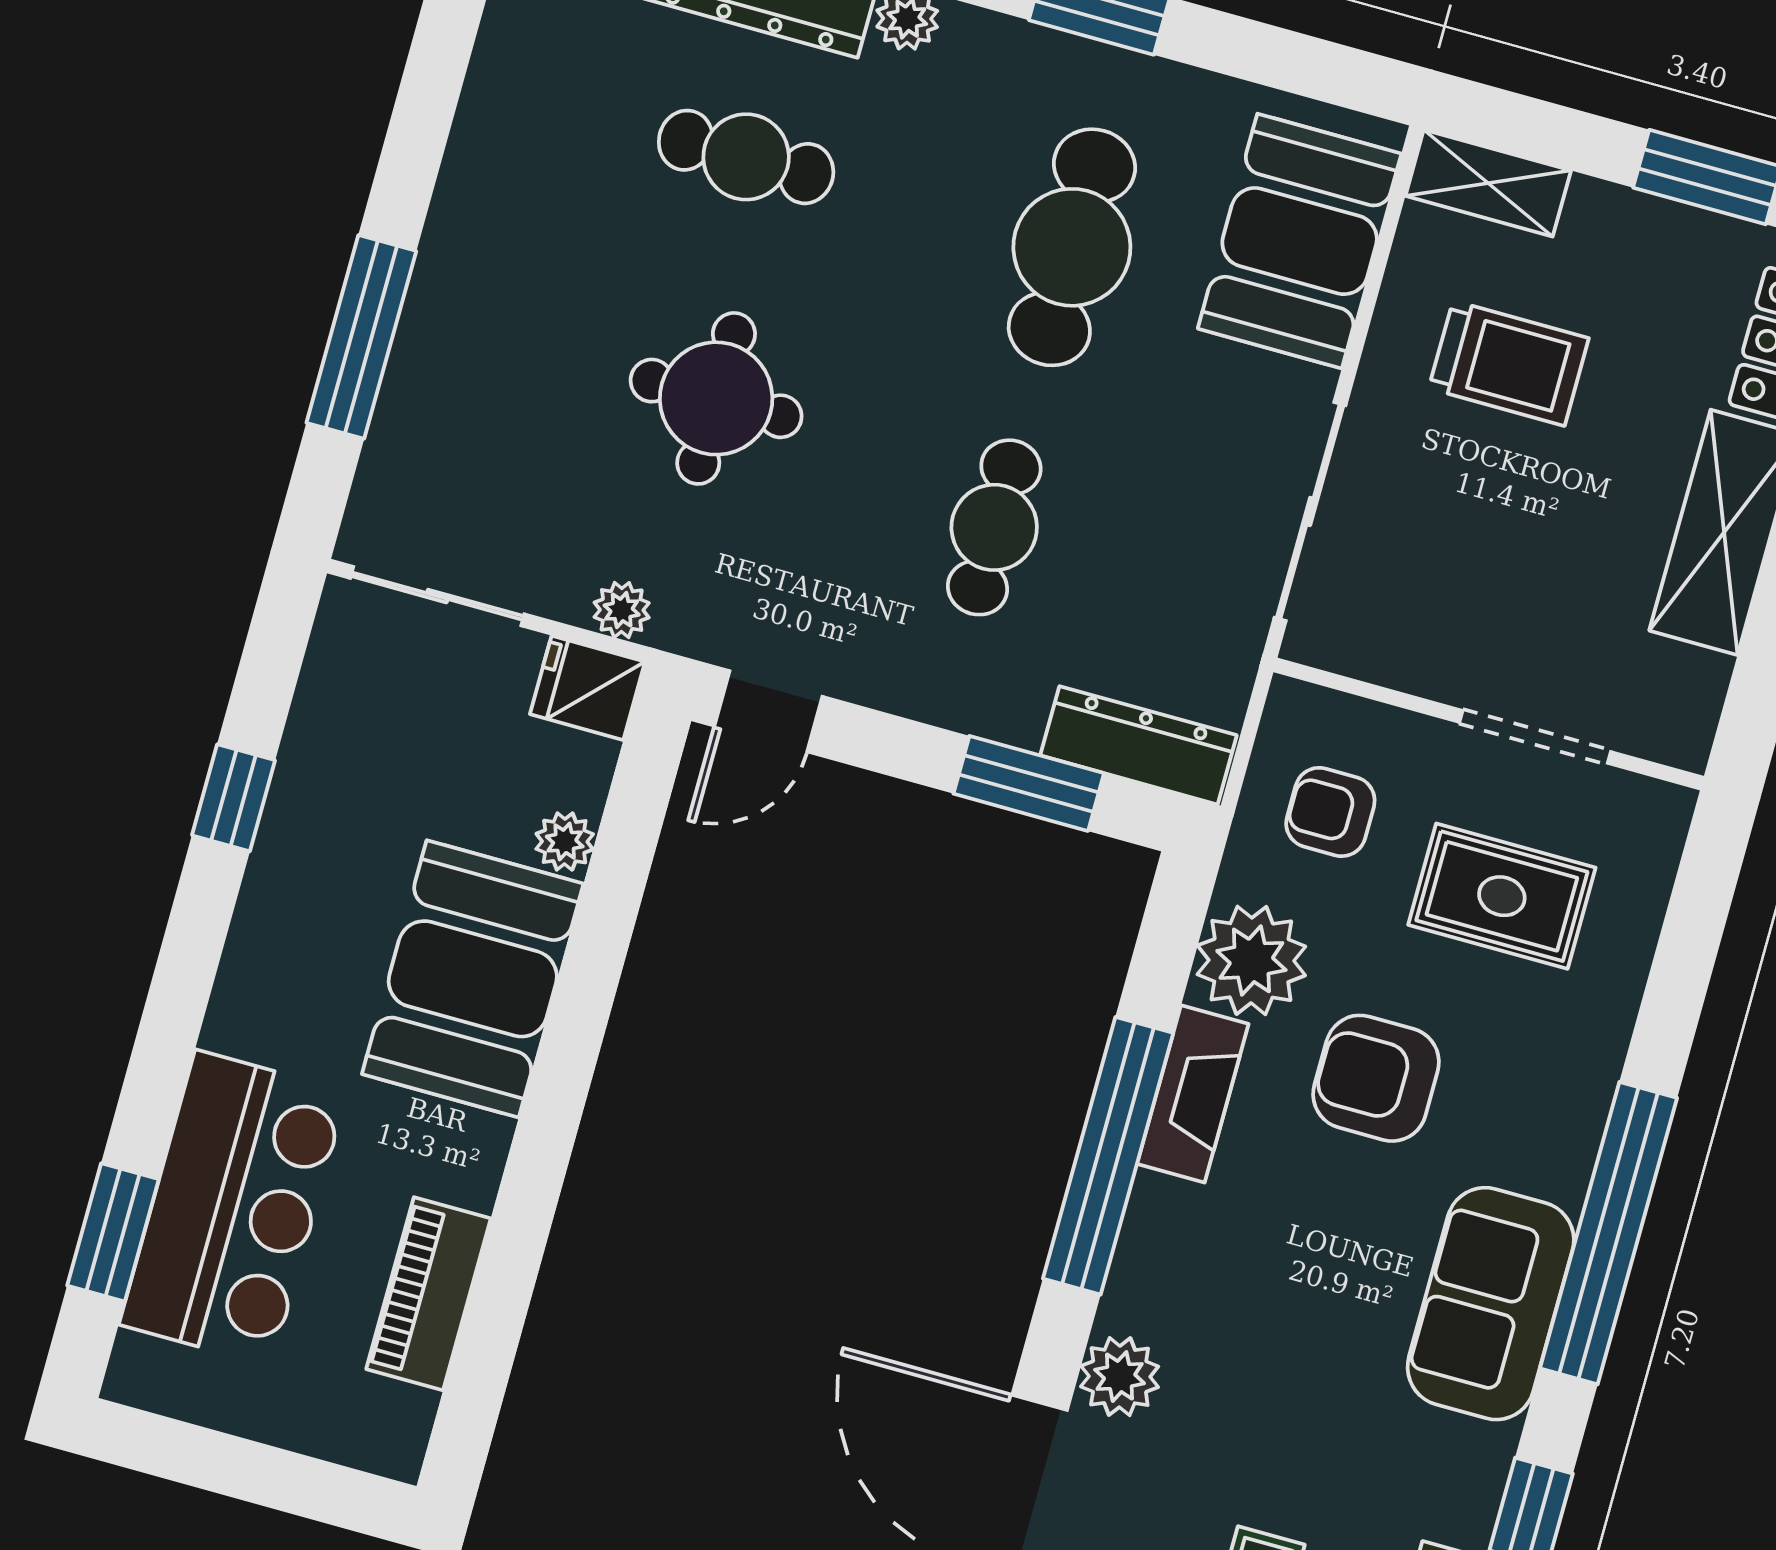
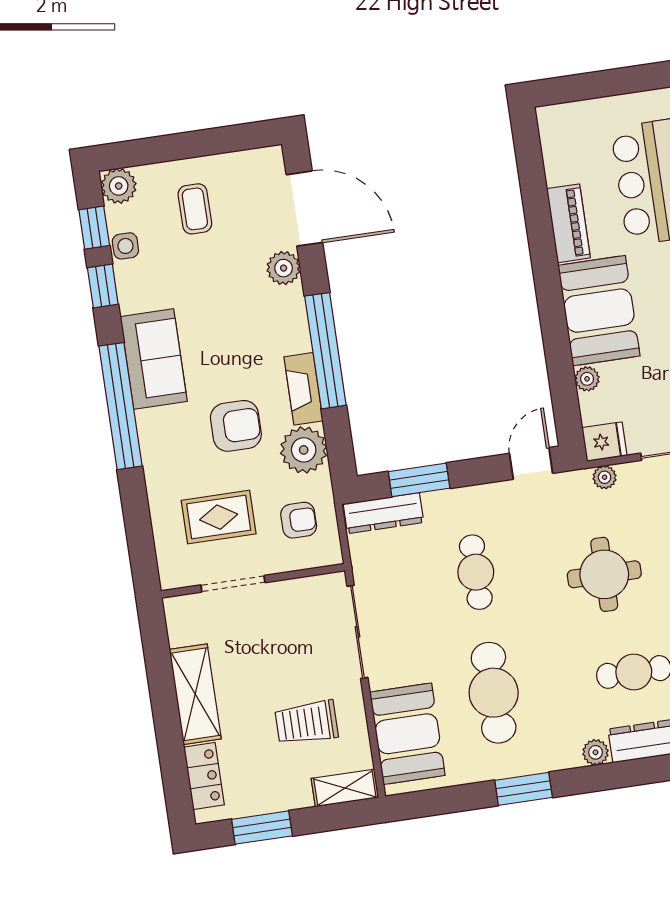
piano: (428, 1294) -> (568, 223), moved

